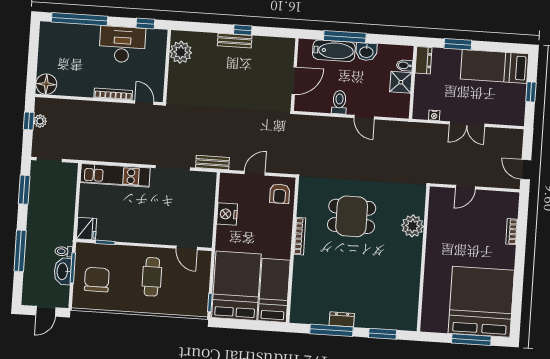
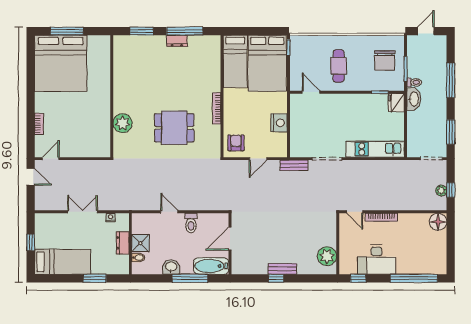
bathtub: (334, 51) -> (211, 266), moved
dresser: (423, 60) -> (123, 243), moved
door: (465, 187) -> (51, 159), moved
washbasin: (63, 271) -> (414, 99), moved

